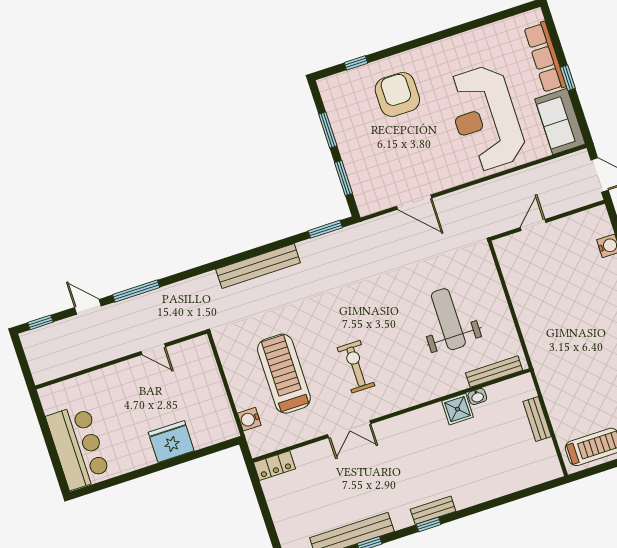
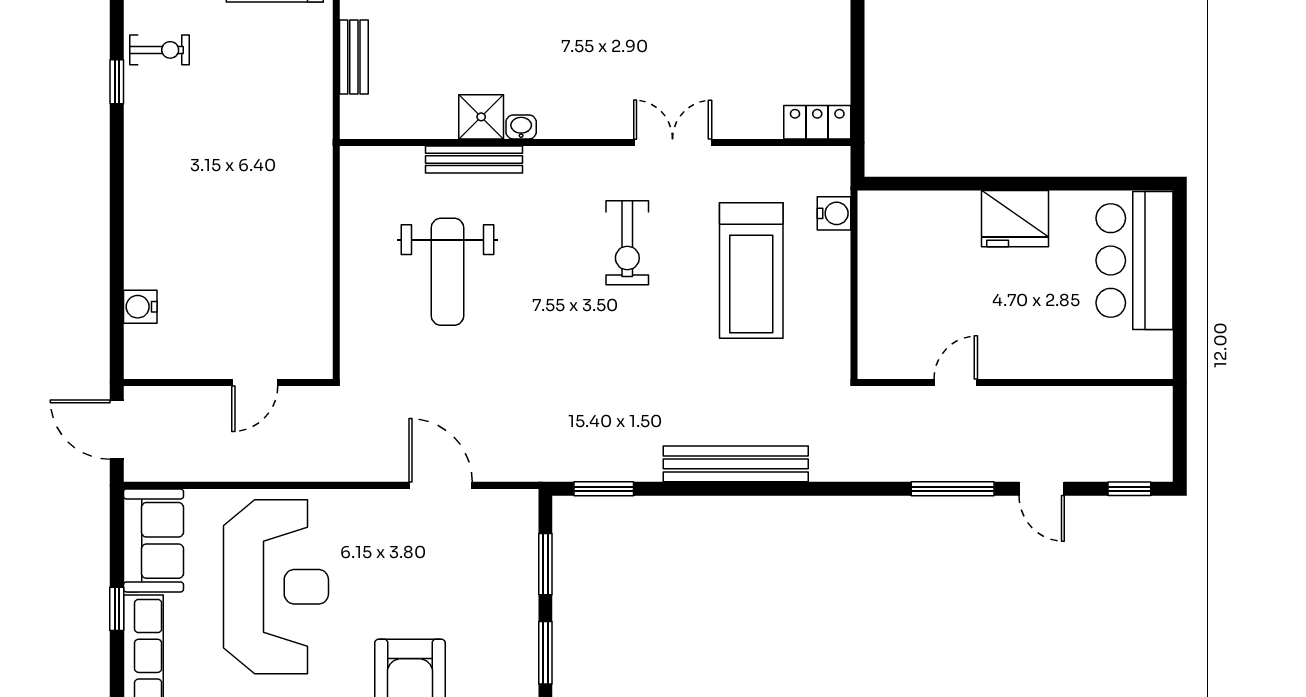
door: (153, 349) -> (956, 382), hinge flipped
bench: (494, 372) -> (474, 159), moved
washbasin: (477, 397) -> (521, 127), moved
fridge: (171, 442) -> (1015, 219), moved

